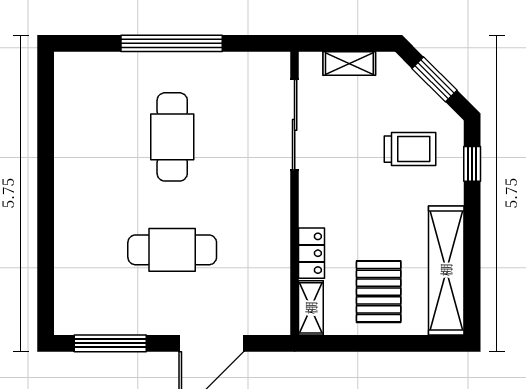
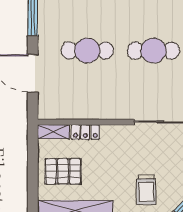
cafe table: (172, 250) -> (87, 51), turned 90

